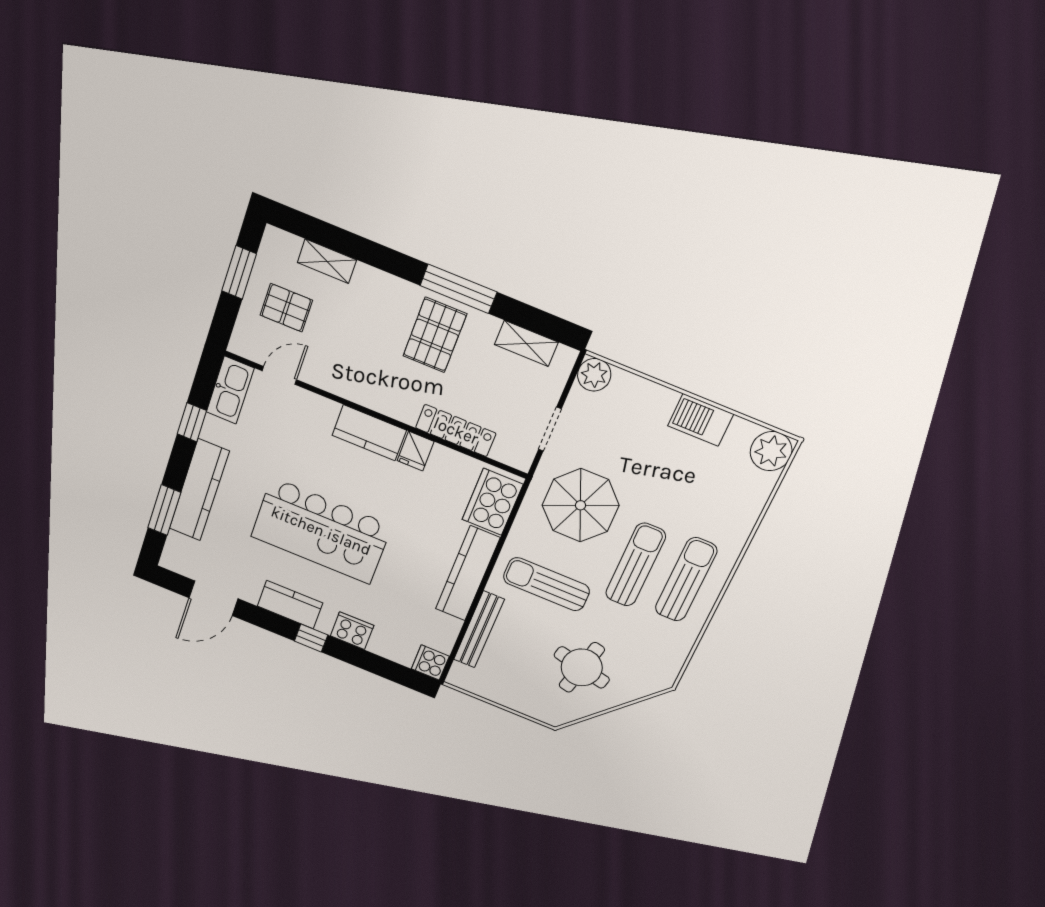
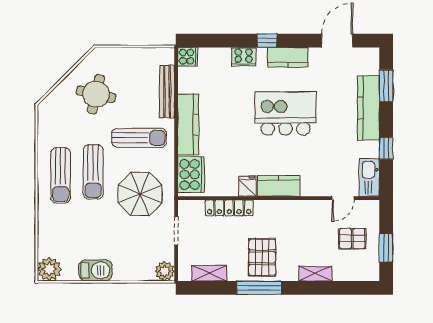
shelving: (327, 261) -> (315, 274), moved
kitchen island: (321, 531) -> (286, 113), width x0.73

